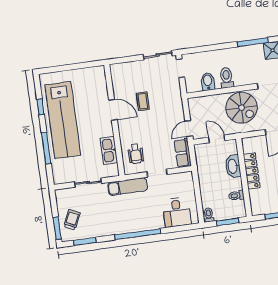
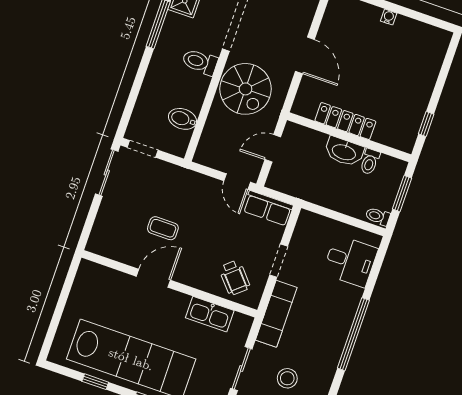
toilet: (226, 78) -> (200, 62), moved
spiral stairs: (242, 108) -> (246, 89), turned 90
wheelchair: (136, 154) -> (235, 278), turned 49
washbasin: (233, 166) -> (344, 152), moved
stool: (95, 210) -> (287, 378), added

